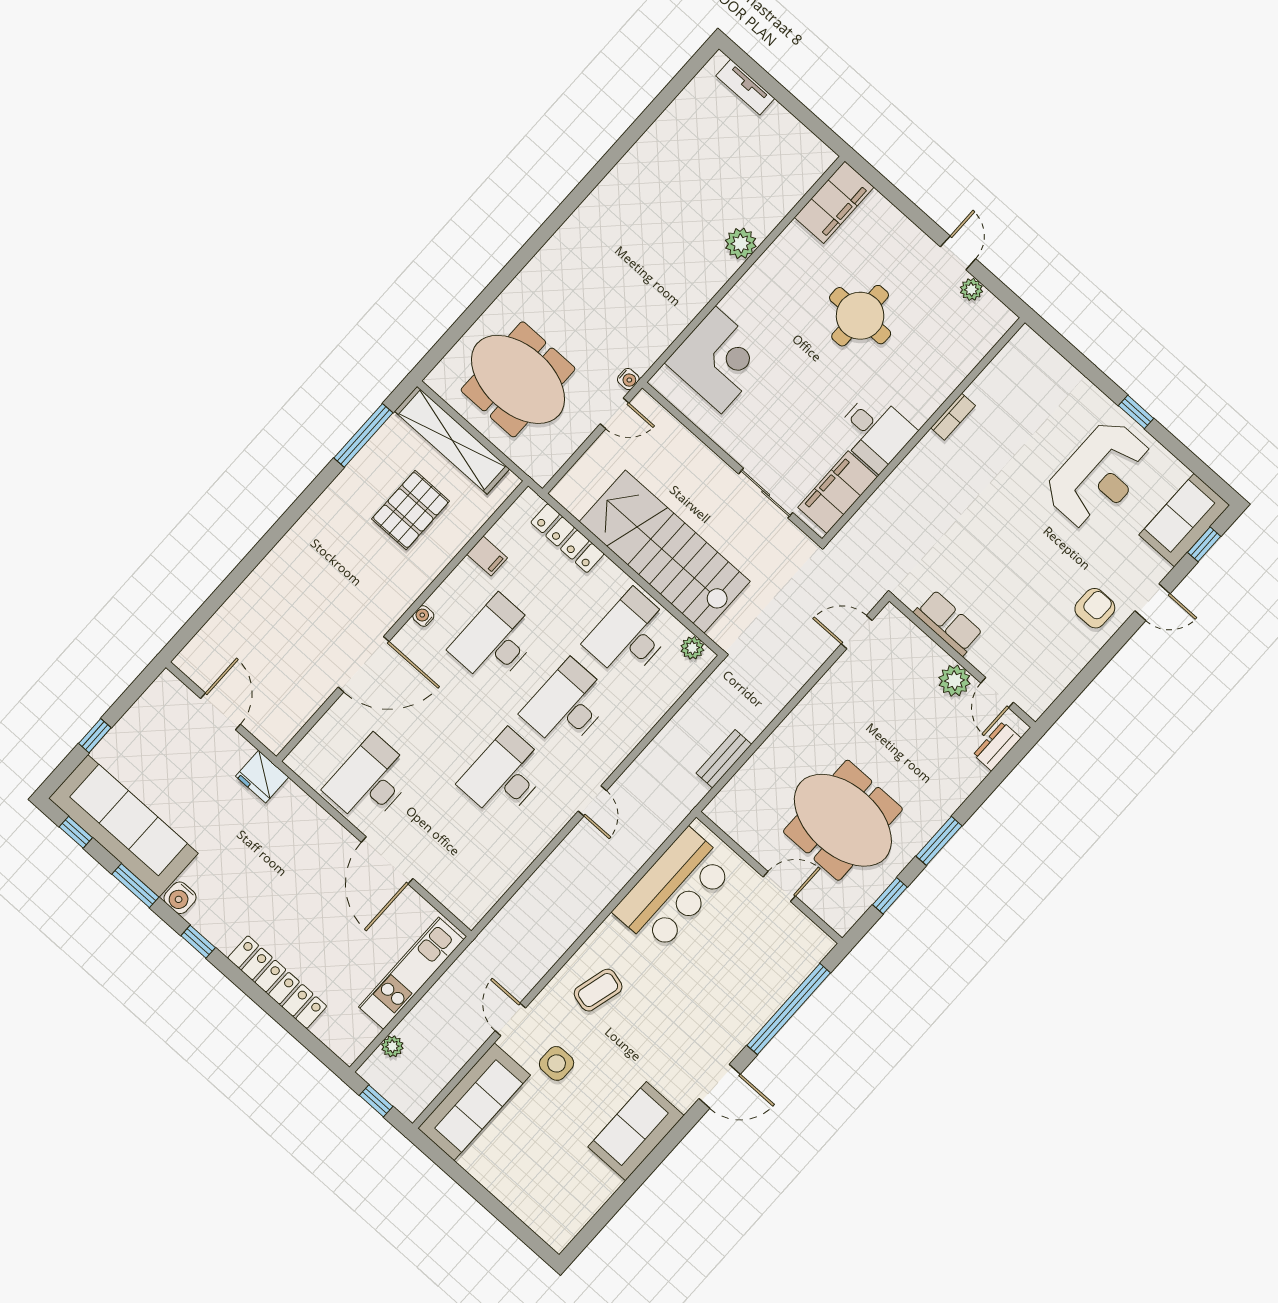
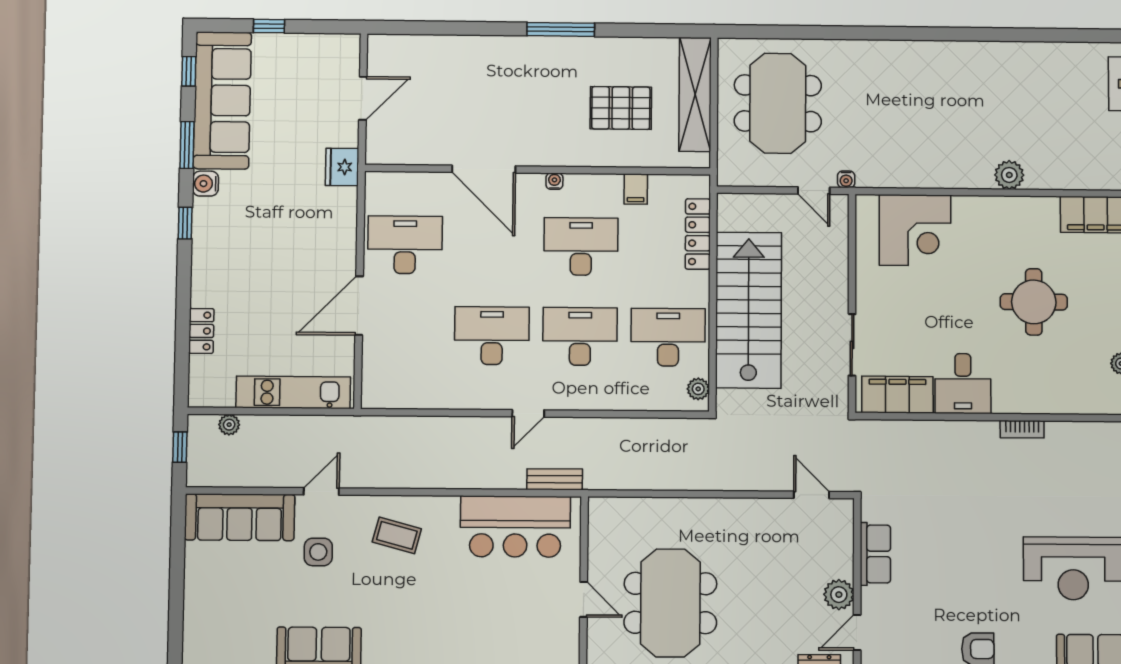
window: (363, 435) -> (561, 29), moved
bench: (724, 759) -> (555, 479), moved
locker: (277, 982) -> (201, 331), width x0.46, depth x0.83

